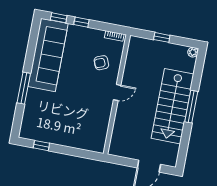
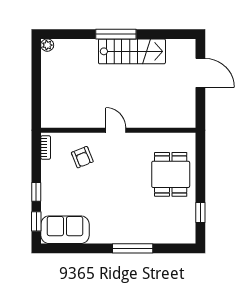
window: (162, 37) -> (36, 87), removed
sofa: (48, 55) -> (65, 230), width x0.54, depth x0.79
stairs: (172, 106) -> (132, 51), width x0.73, depth x0.66
dining table: (75, 128) -> (171, 174), added

